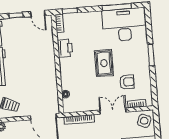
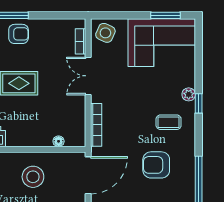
stool: (39, 78) -> (33, 177), added
armchair: (127, 82) -> (19, 34), moved, turned 90

